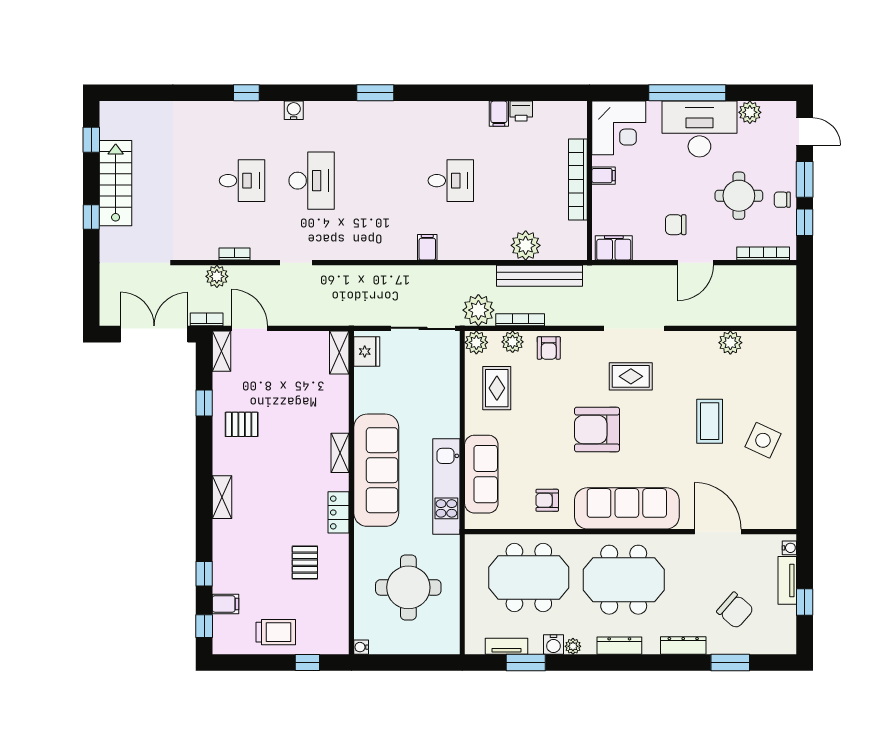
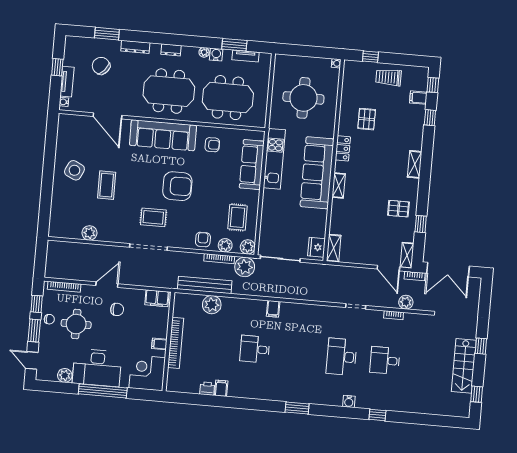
dresser: (619, 646) -> (171, 50), width x0.70

